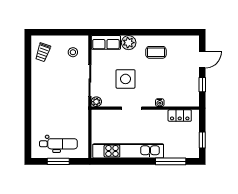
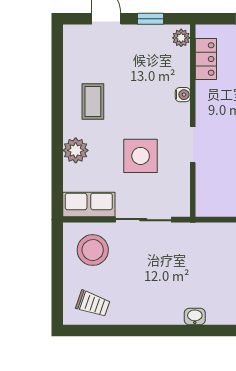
row of seats: (106, 42) -> (89, 205), moved, turned -90
stool: (73, 52) -> (93, 250), width x1.89, depth x1.89
plant: (96, 102) -> (181, 38), moved
washbasin: (36, 109) -> (195, 316), added

